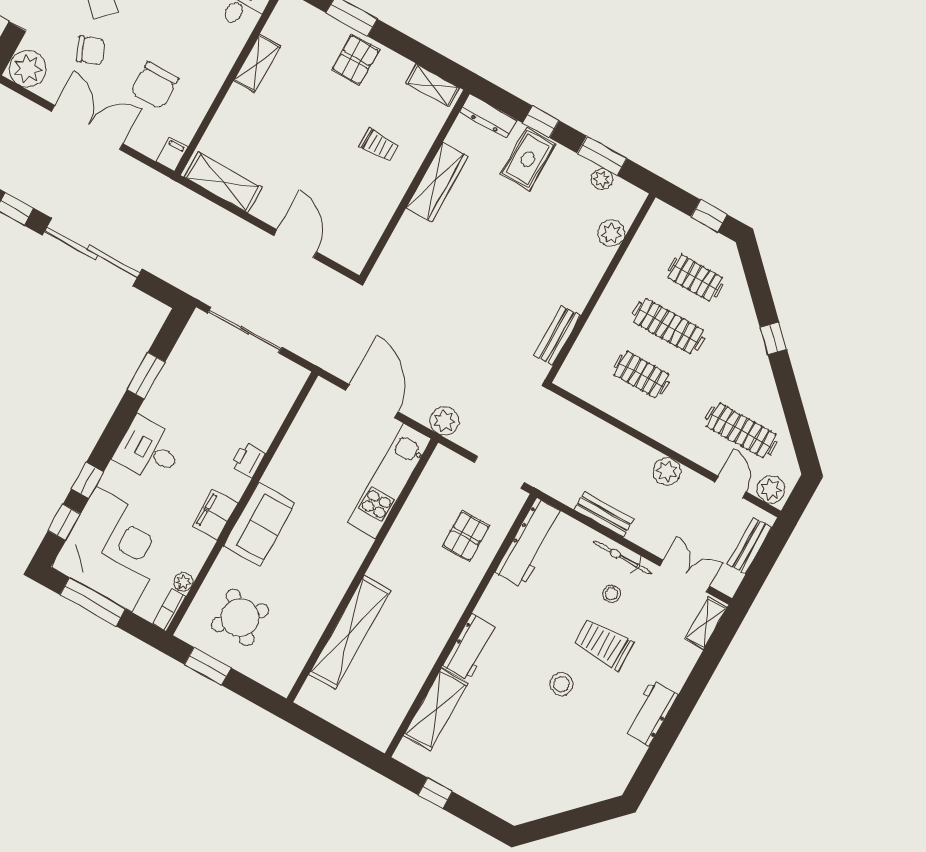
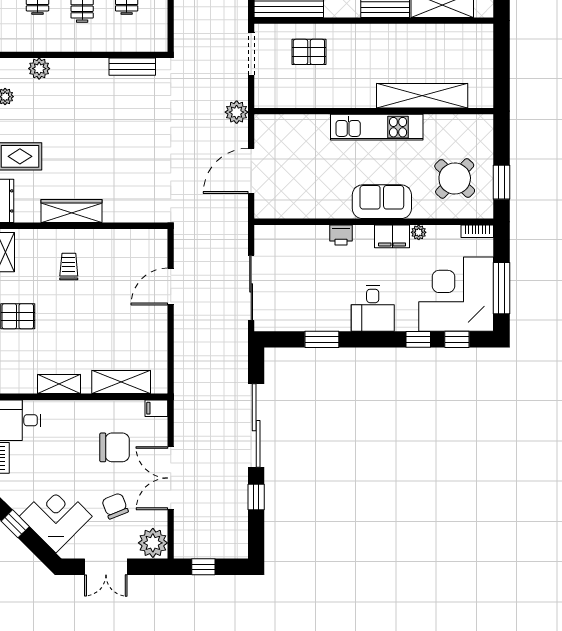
shelving: (223, 182) -> (121, 382), moved, turned 90
kitchen unit: (389, 481) -> (377, 127), moved
plant: (183, 582) -> (419, 232), moved

